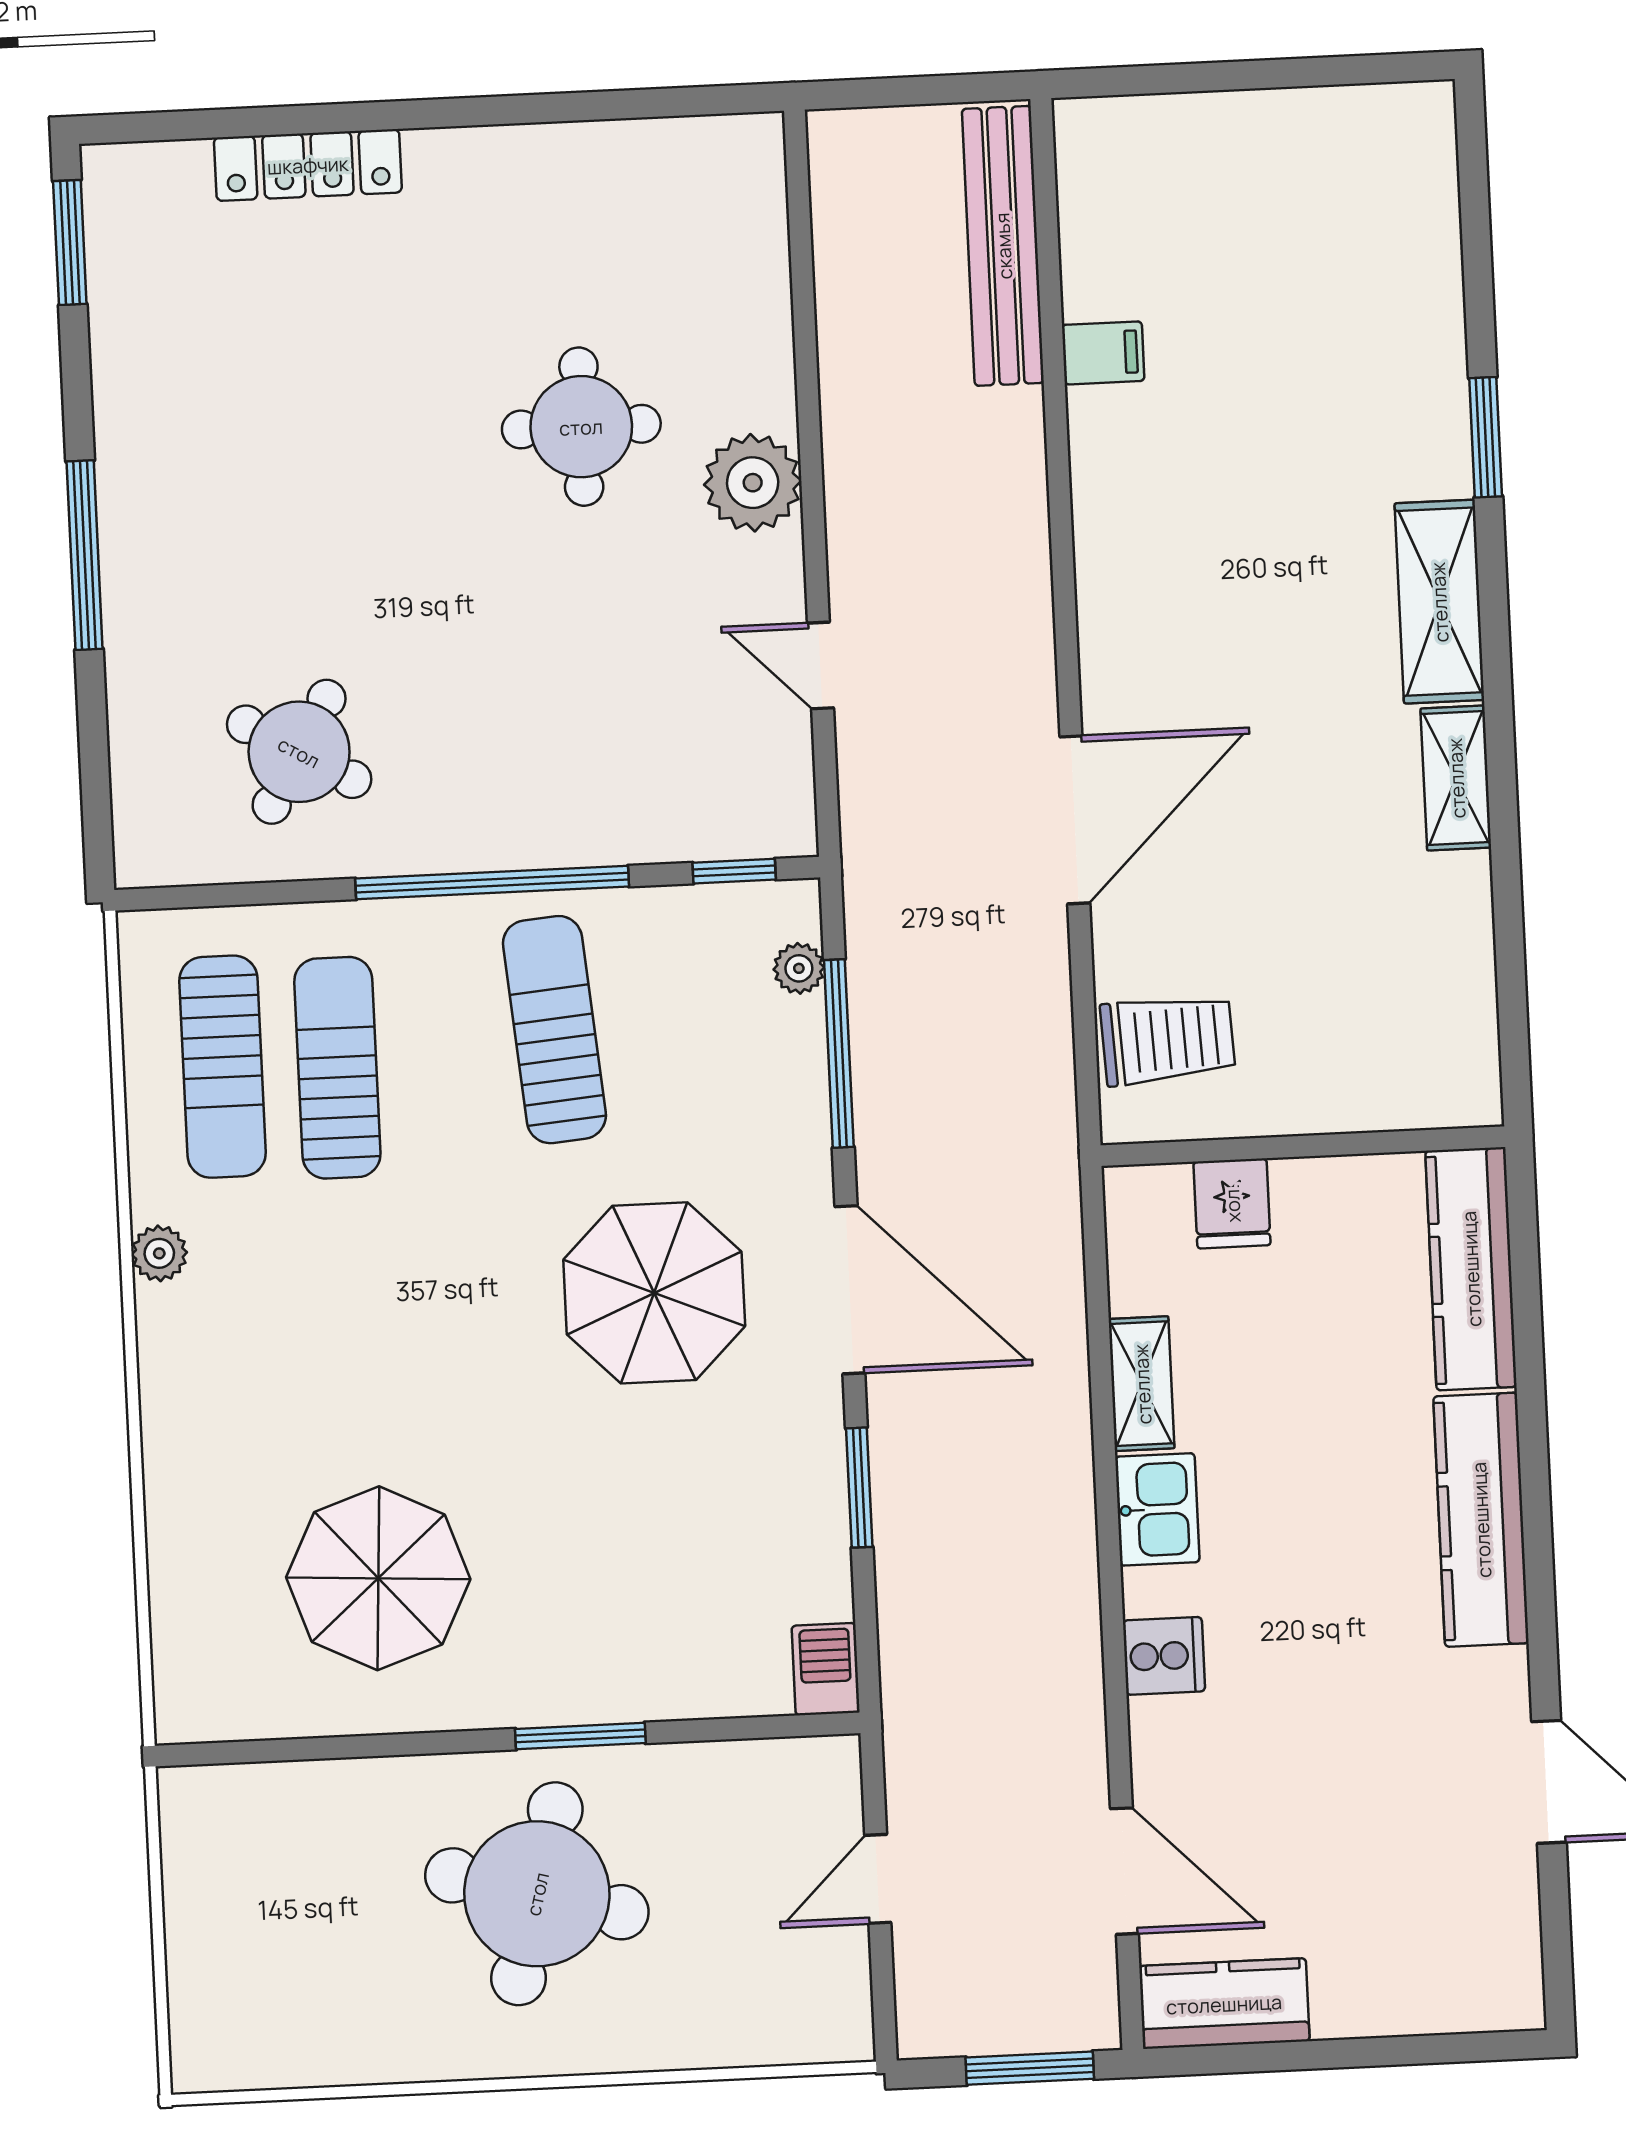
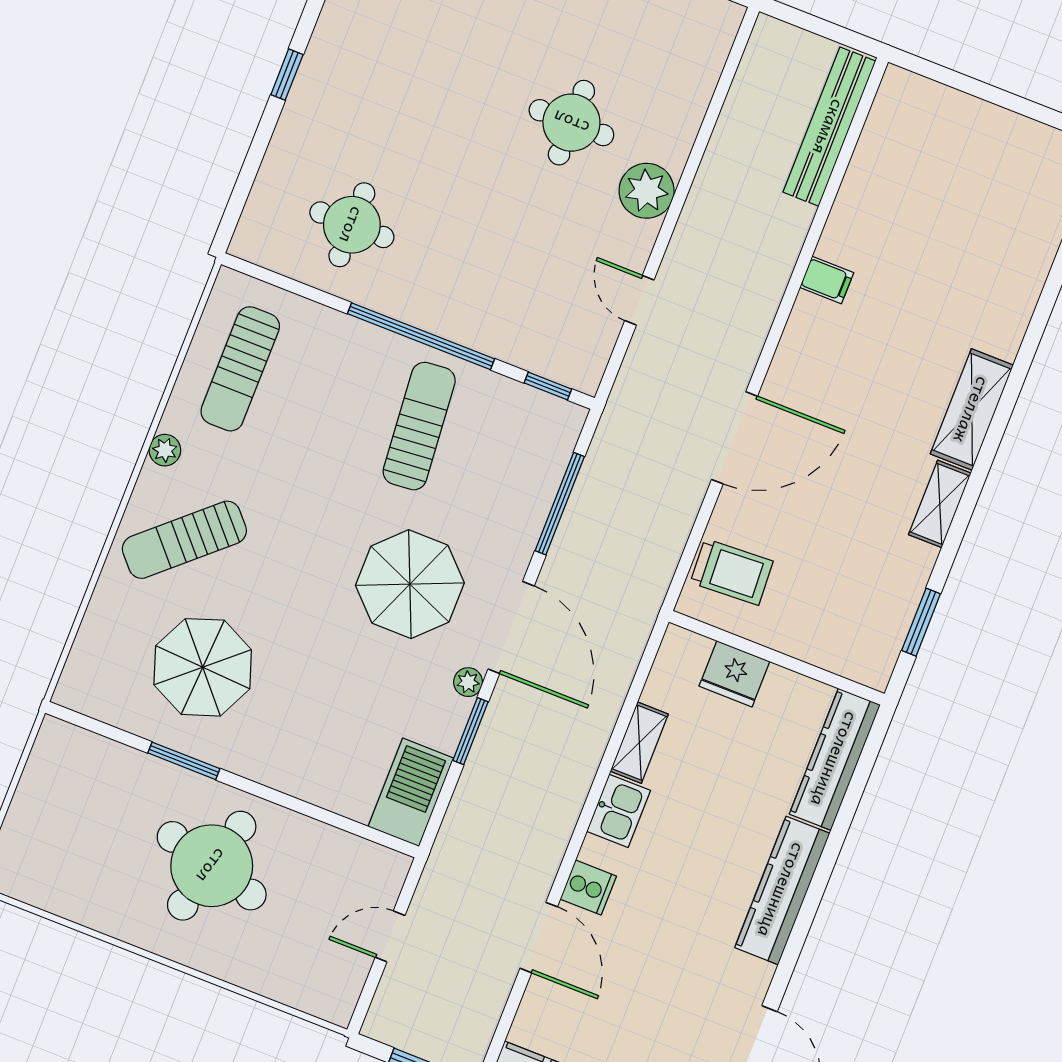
filing cabinet: (1103, 353) -> (827, 280), moved
window: (1486, 437) -> (921, 622), moved
window: (85, 555) -> (287, 75), width x0.46
round table: (299, 752) -> (352, 225), turned -30
plant: (799, 968) -> (468, 682), moved
sun lounger: (337, 1068) -> (184, 540), moved, turned -132
fridge: (1232, 1203) -> (734, 674), width x1.38
barbecue: (826, 1669) -> (411, 792), width x1.88, depth x1.53
window: (580, 1736) -> (184, 761), moved
door: (1124, 1871) -> (539, 938), moved

